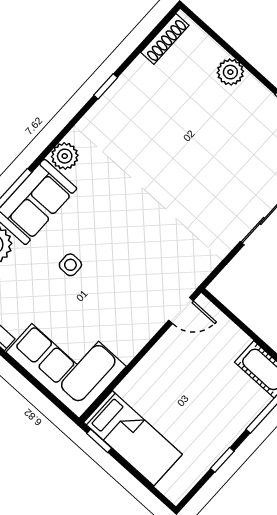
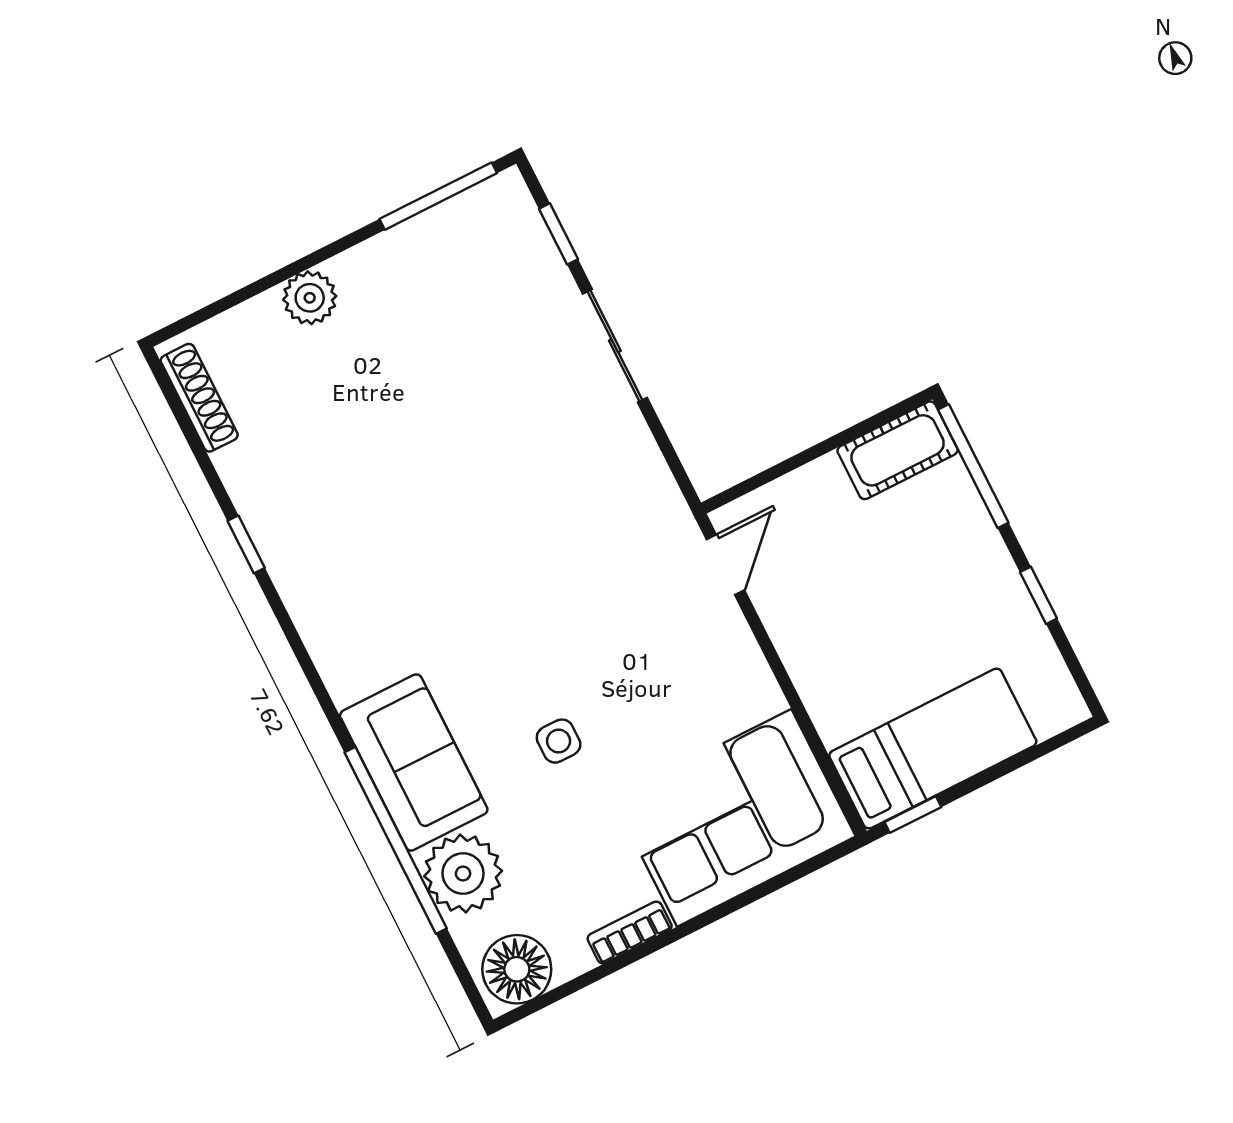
plant: (65, 156) -> (348, 673), removed

